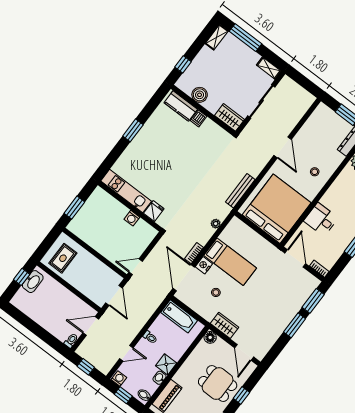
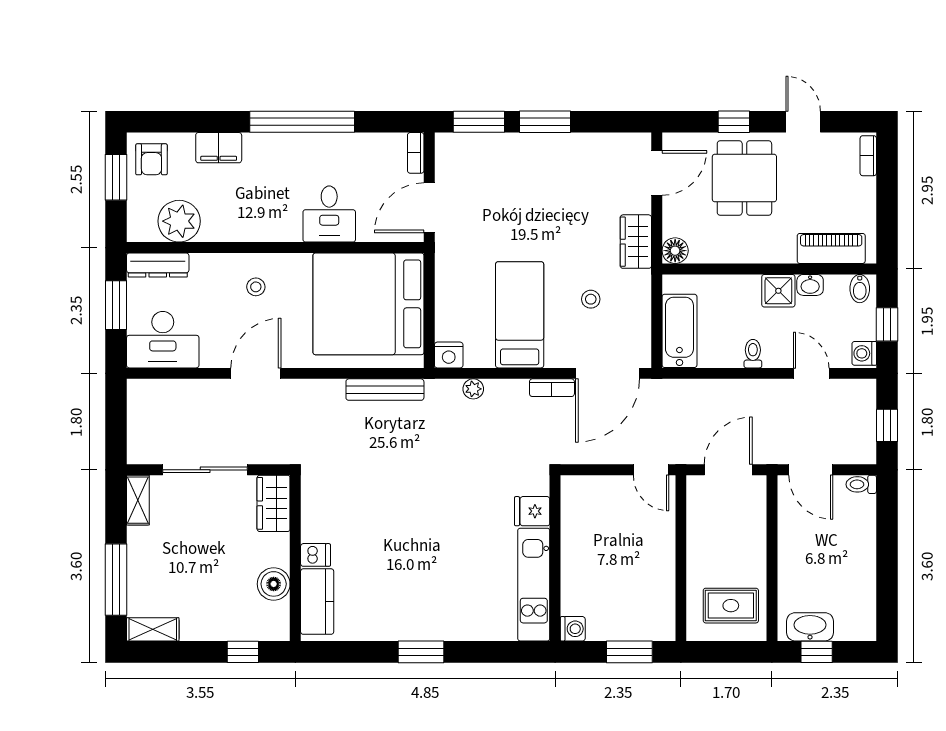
desk: (321, 122) -> (163, 340), added
washing machine: (132, 218) -> (573, 629), moved
nightstand: (204, 265) -> (449, 355), moved

